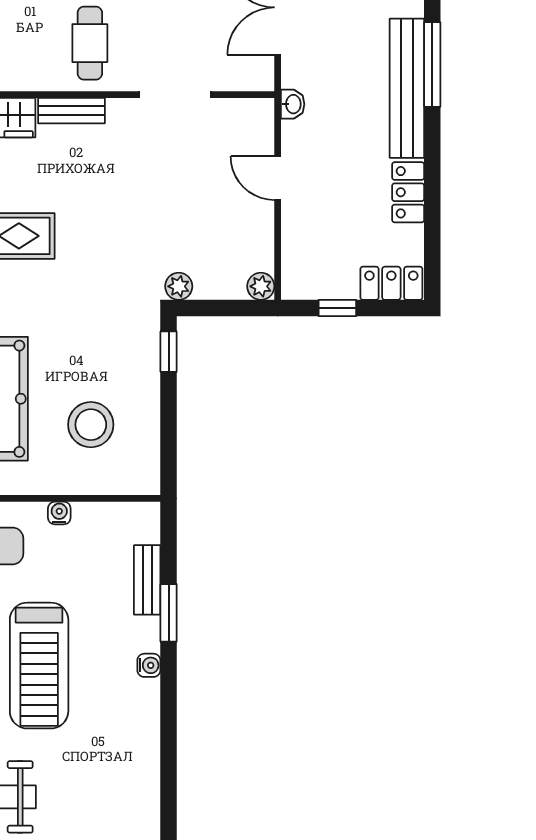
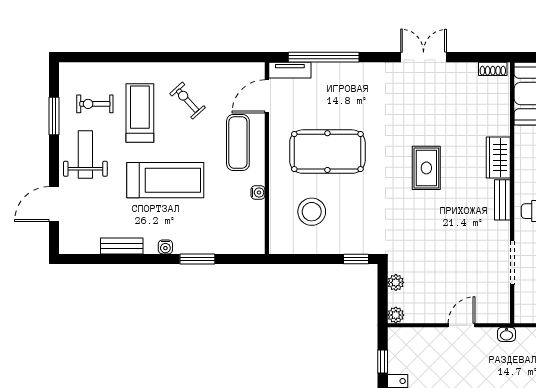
plant: (179, 286) -> (396, 282), moved
bench: (147, 580) -> (122, 246), moved
treadmill: (39, 666) -> (165, 180), turned 180

